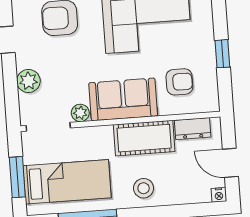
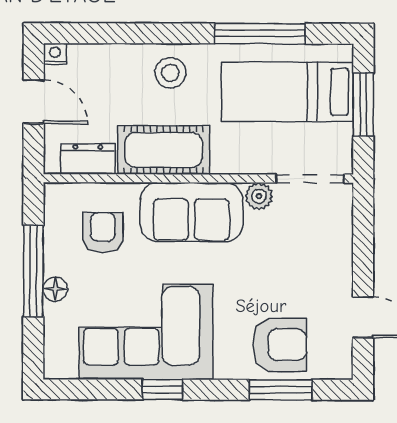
floor lamp: (207, 43) -> (55, 289), added
window: (222, 54) -> (33, 271), width x2.17
plant: (28, 81) -> (335, 251), removed
armchair: (179, 82) -> (103, 232), turned 90

